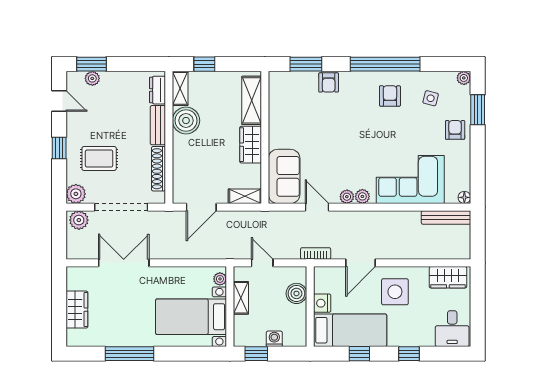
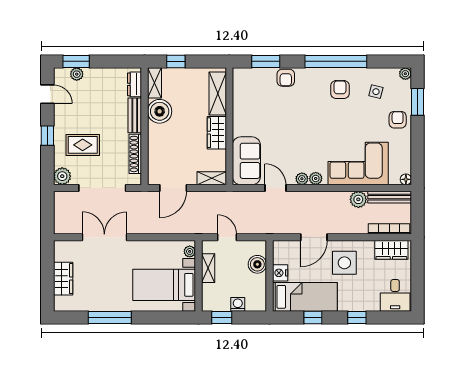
plant: (79, 220) -> (358, 199), moved
bookcase: (316, 253) -> (389, 229), moved, width x1.56

